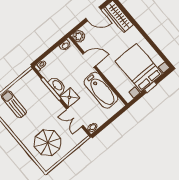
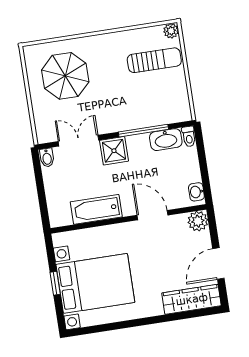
door: (89, 60) -> (152, 215), swing flipped
washbasin: (57, 86) -> (166, 140), moved
bathtub: (101, 90) -> (96, 209), width x0.73, depth x0.73

